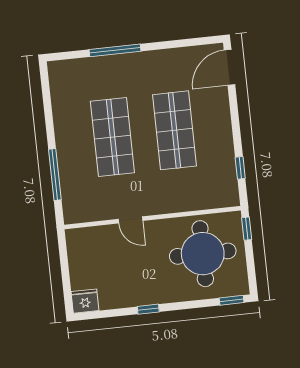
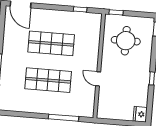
door: (130, 220) -> (98, 79), swing flipped
round table: (203, 254) -> (126, 41), width x0.73, depth x0.73

